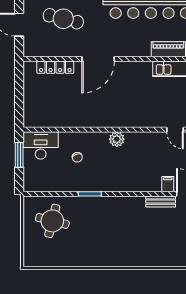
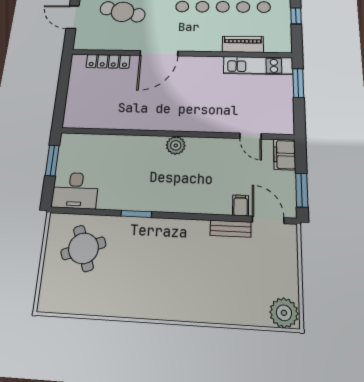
desk: (41, 145) -> (75, 190), moved, turned 180
chair: (77, 157) -> (124, 166), removed
round table: (52, 221) -> (83, 248), turned -34

